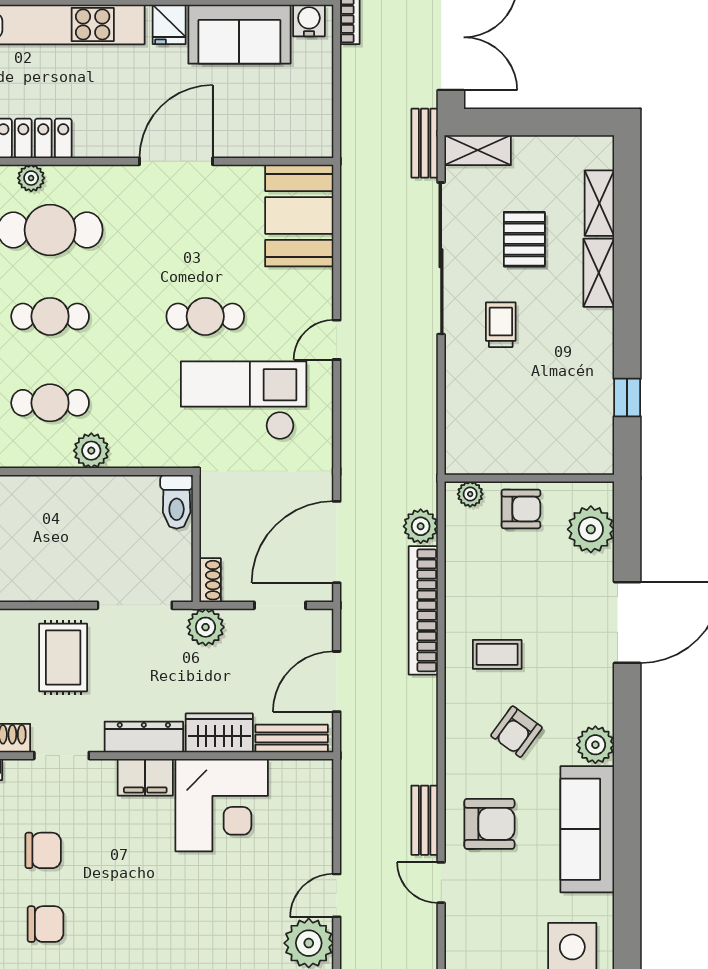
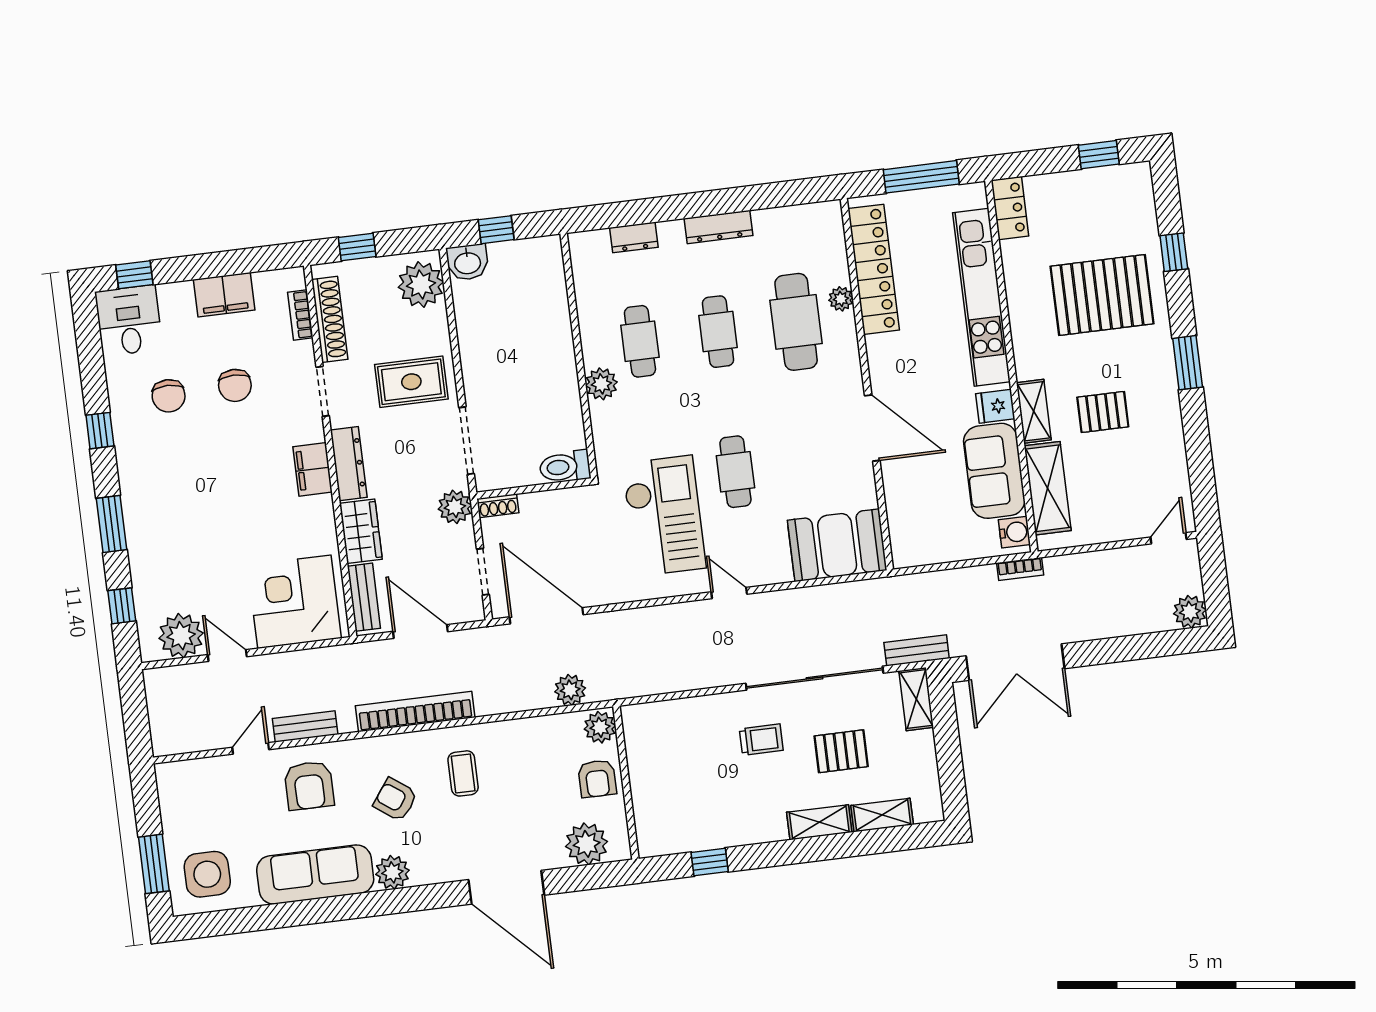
plant: (470, 494) -> (600, 727), width x1.38, depth x1.38
bookcase: (423, 610) -> (415, 712), moved
corner desk: (222, 805) -> (294, 602), moved, turned 90

